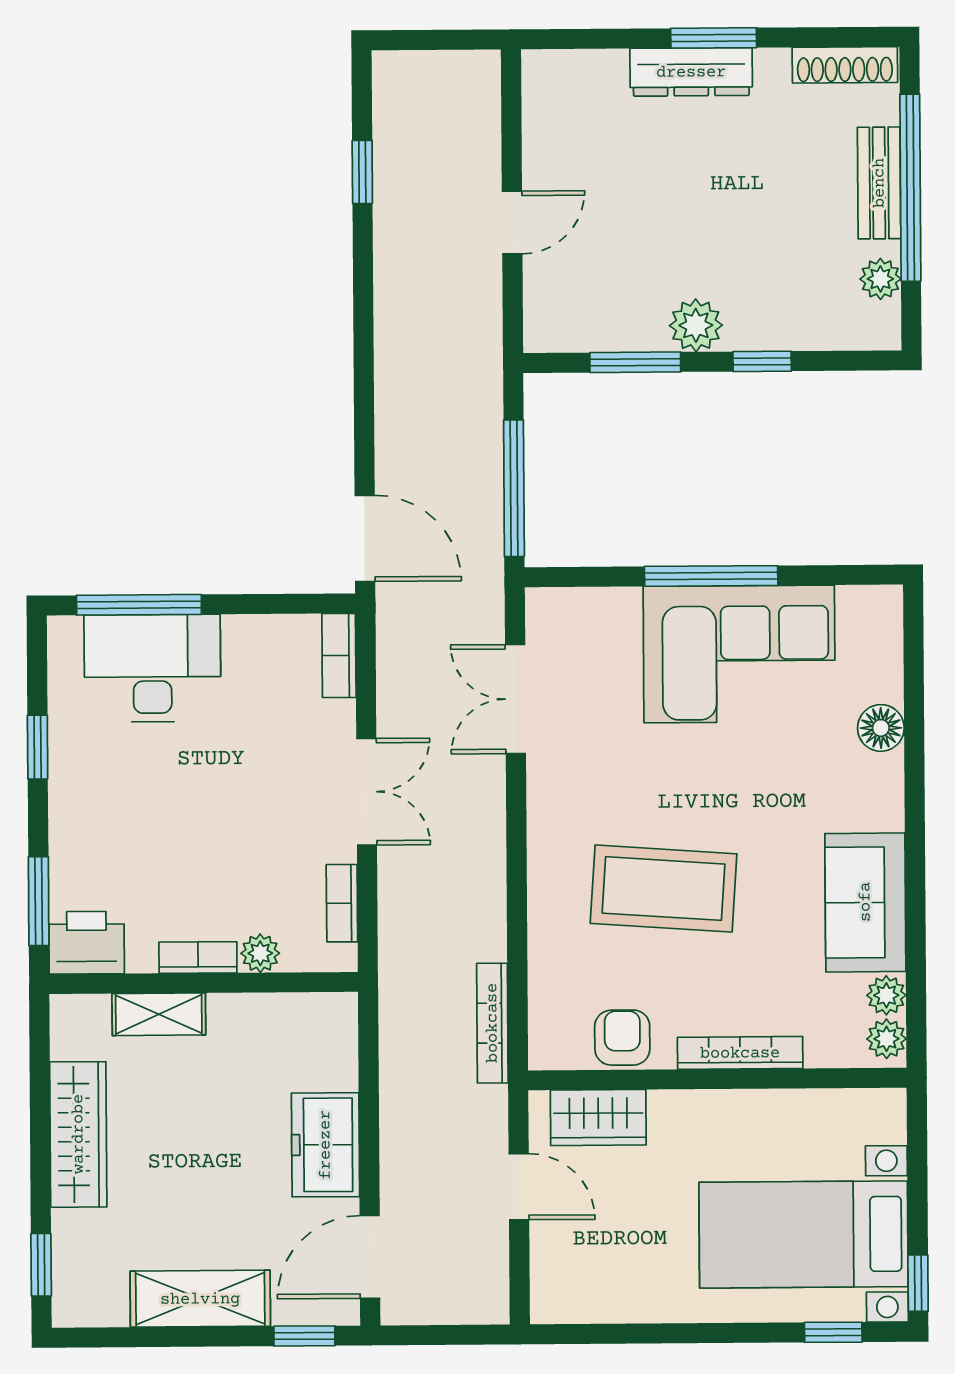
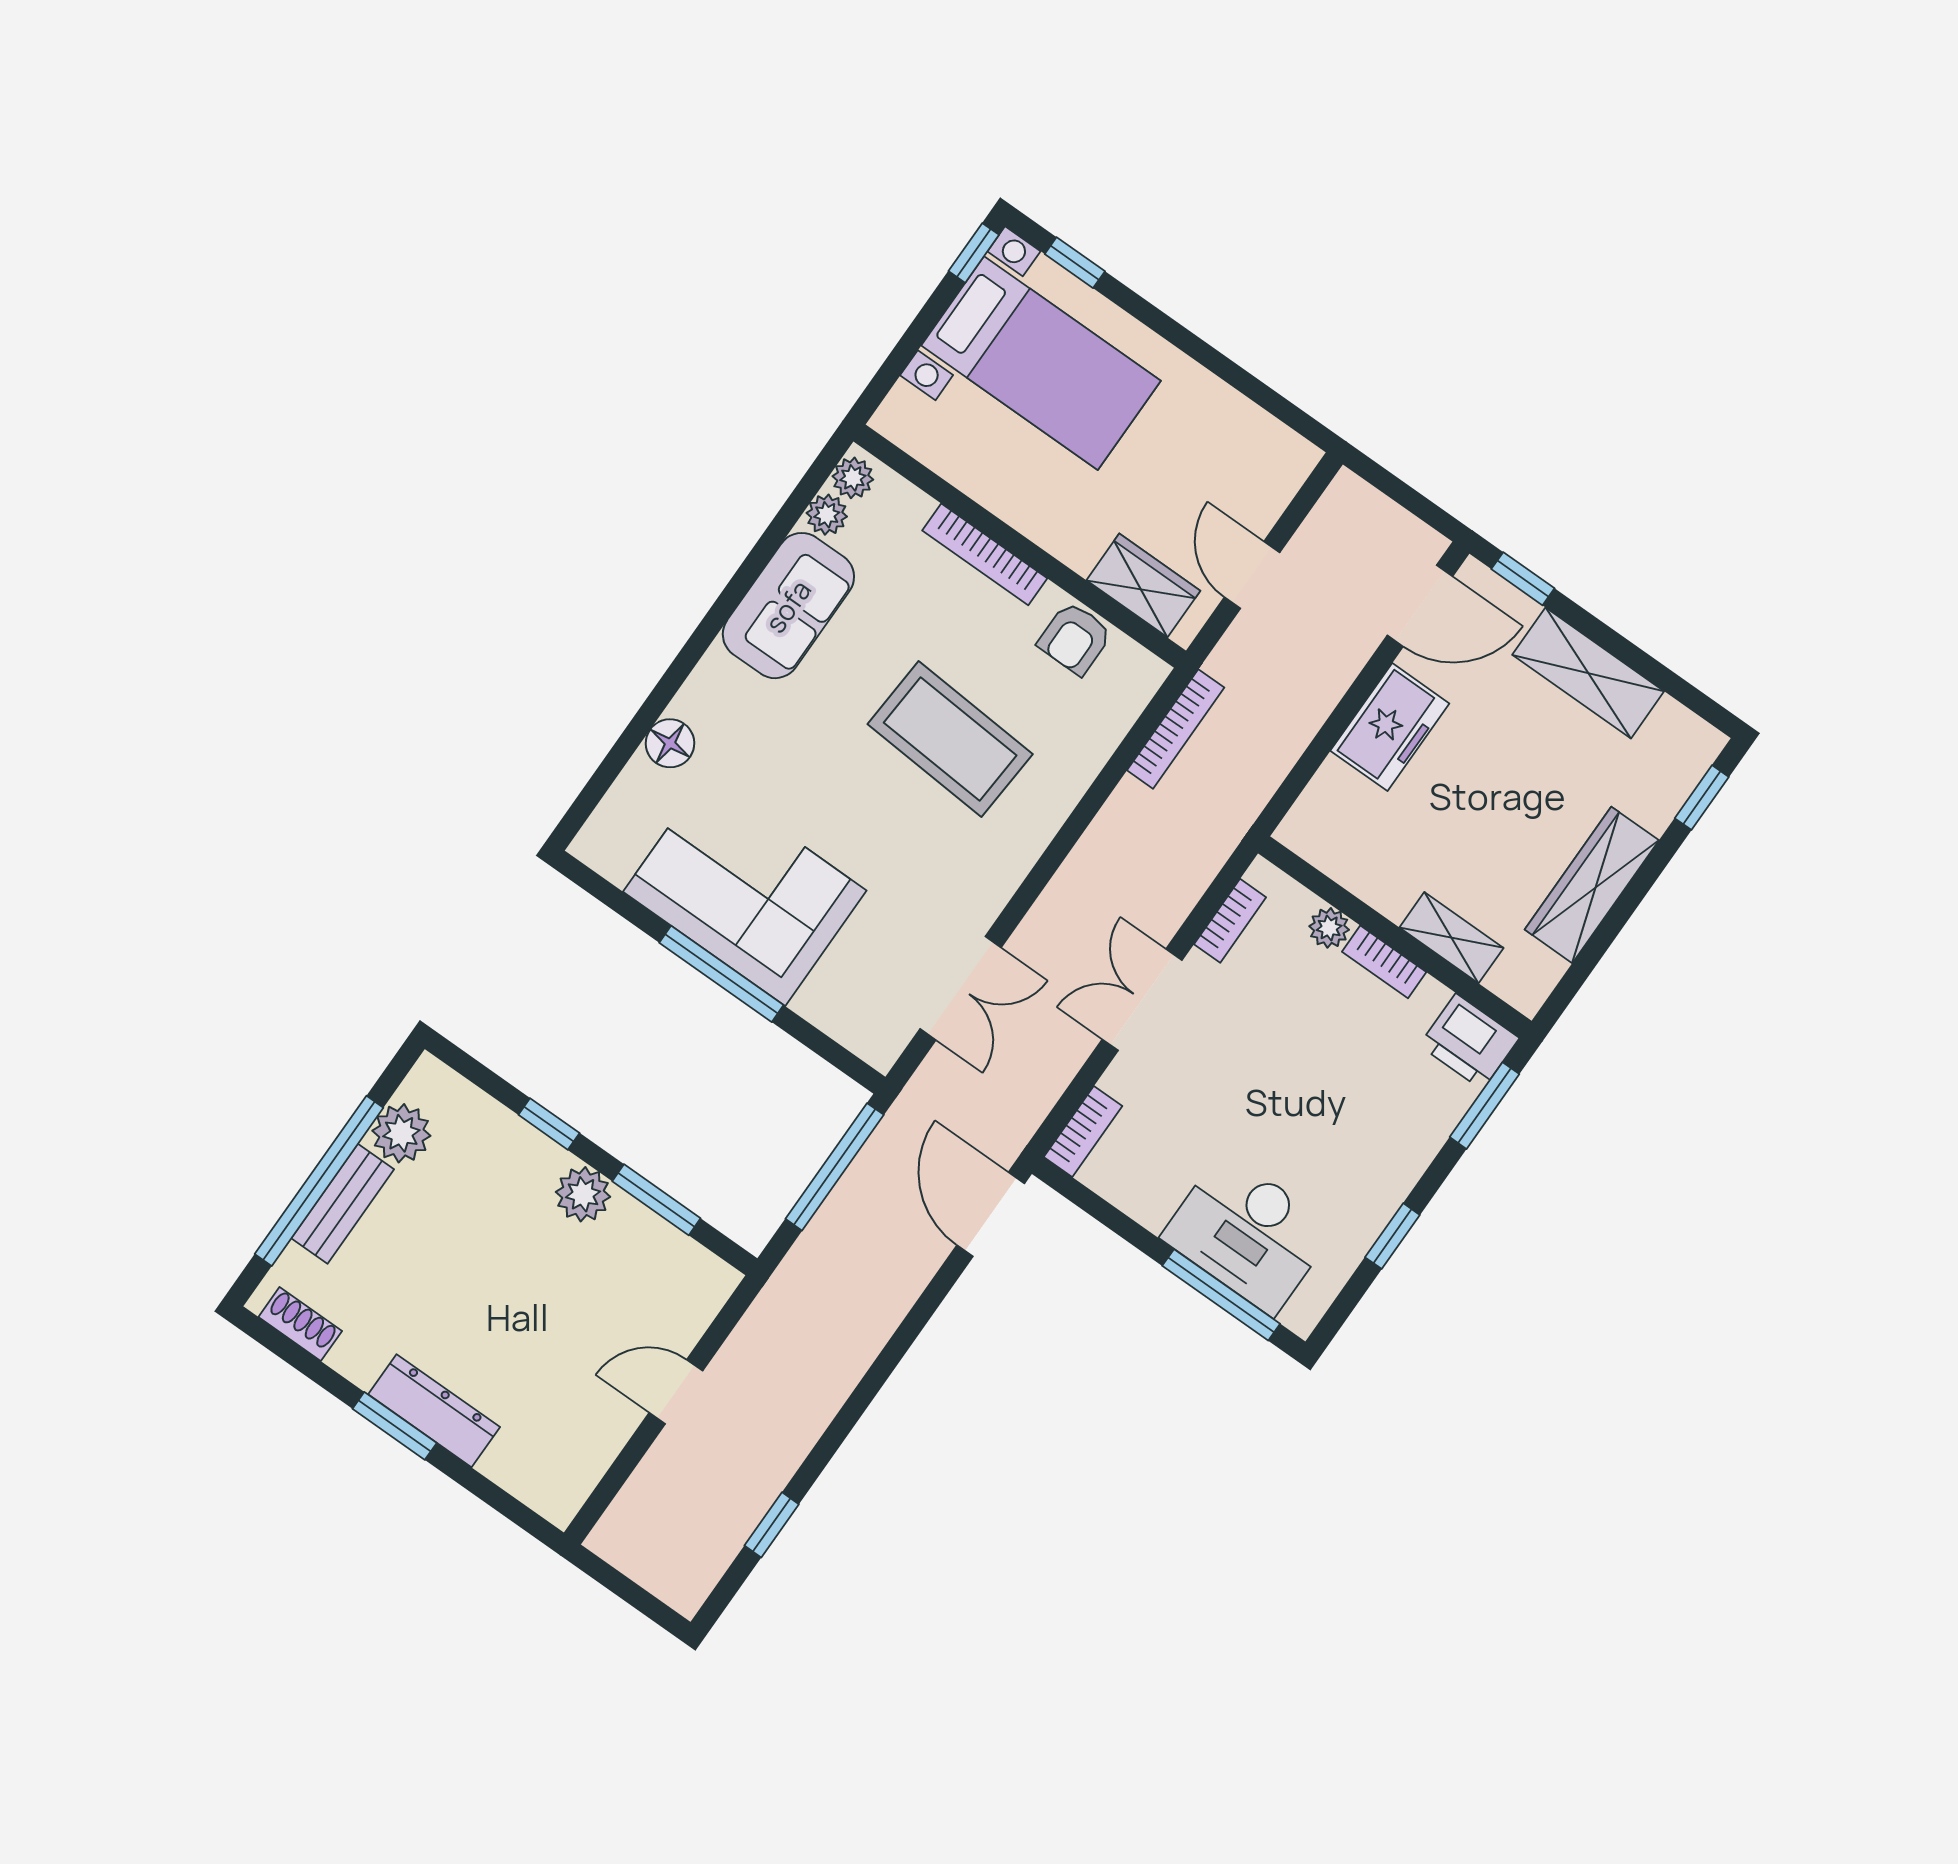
shoe rack: (845, 65) -> (300, 1324), width x0.70
plant: (880, 279) -> (401, 1133), width x1.38, depth x1.38

